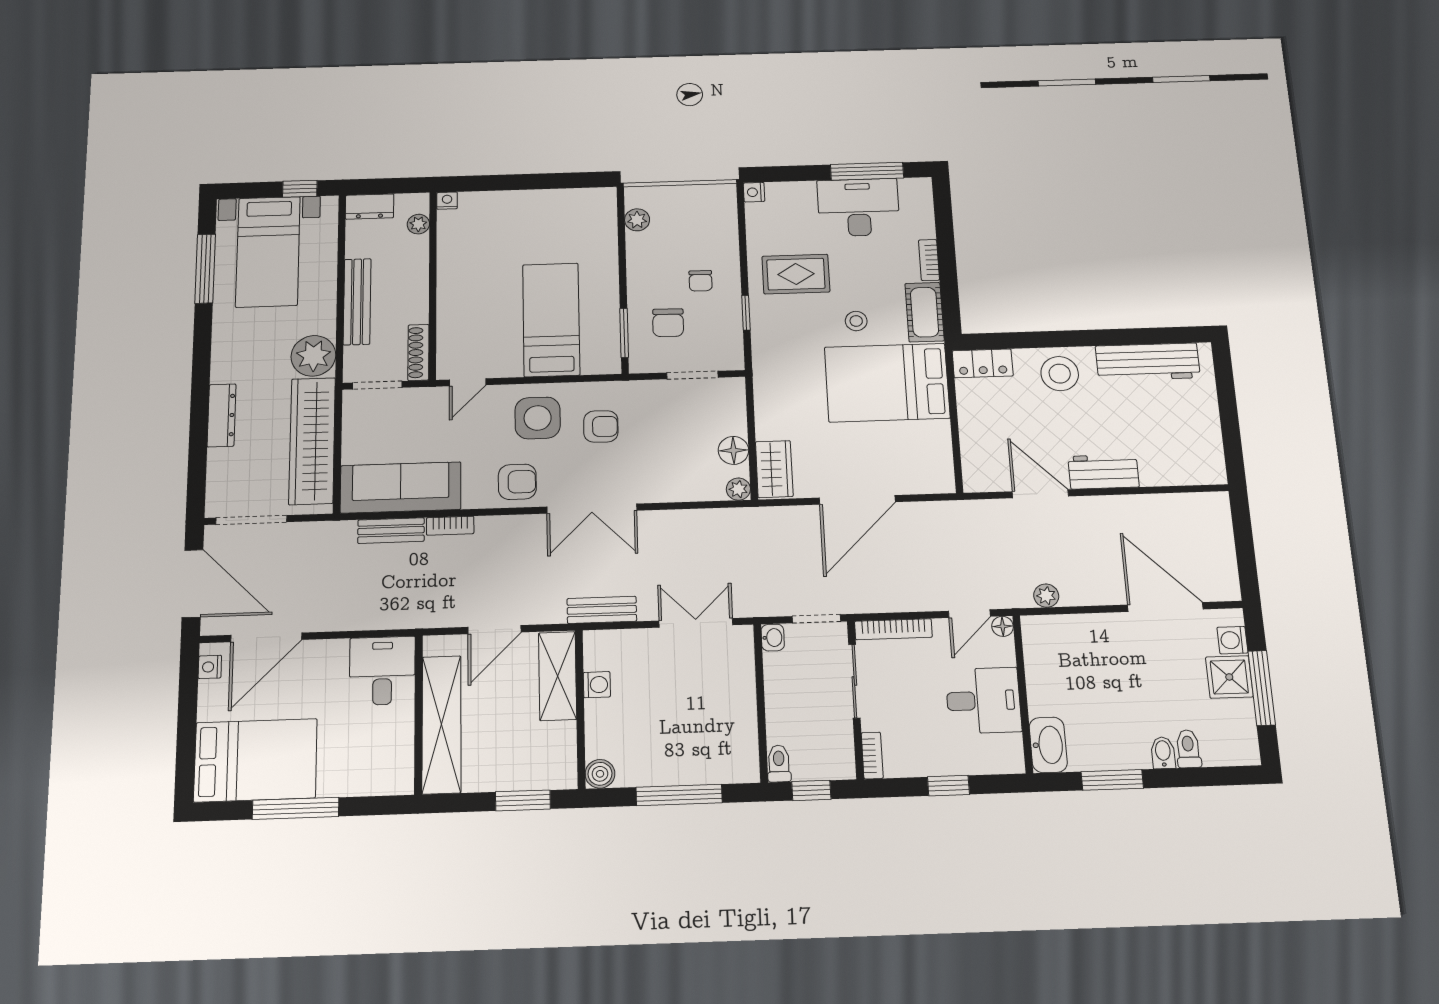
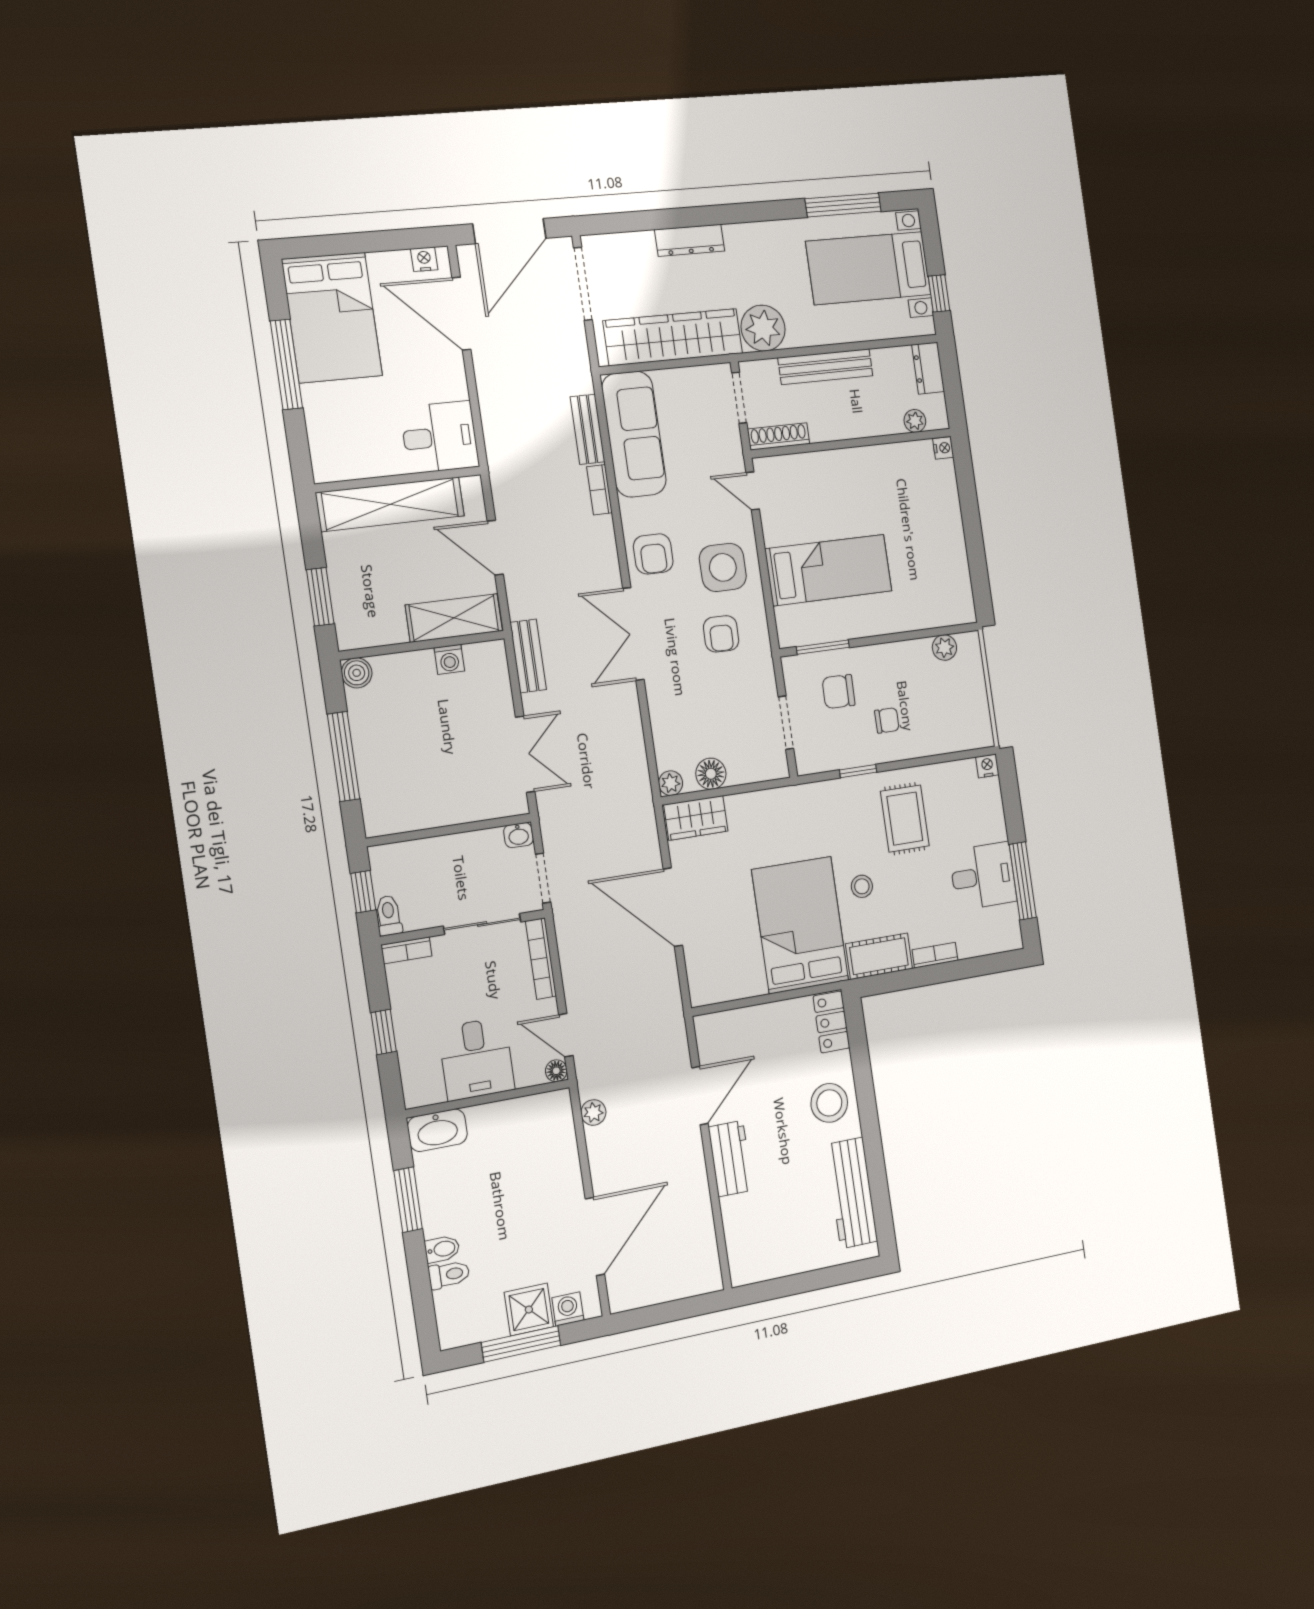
desk: (858, 207) -> (983, 876), width x0.73
chair: (701, 281) -> (887, 720), turned 180
toilet: (779, 764) -> (389, 916), moved, turned -90

